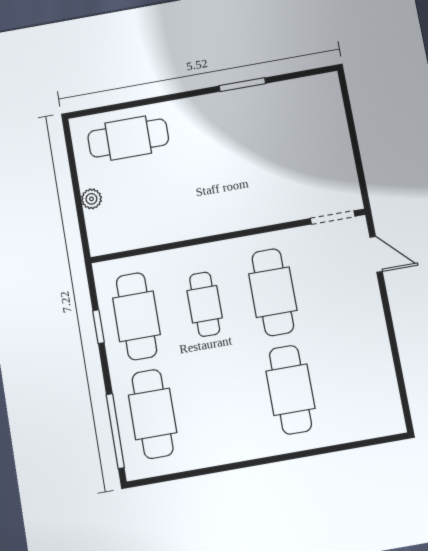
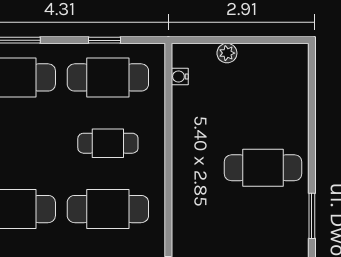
cafe table: (128, 138) -> (263, 168), moved, turned 90
water cooler: (123, 242) -> (180, 77), added

